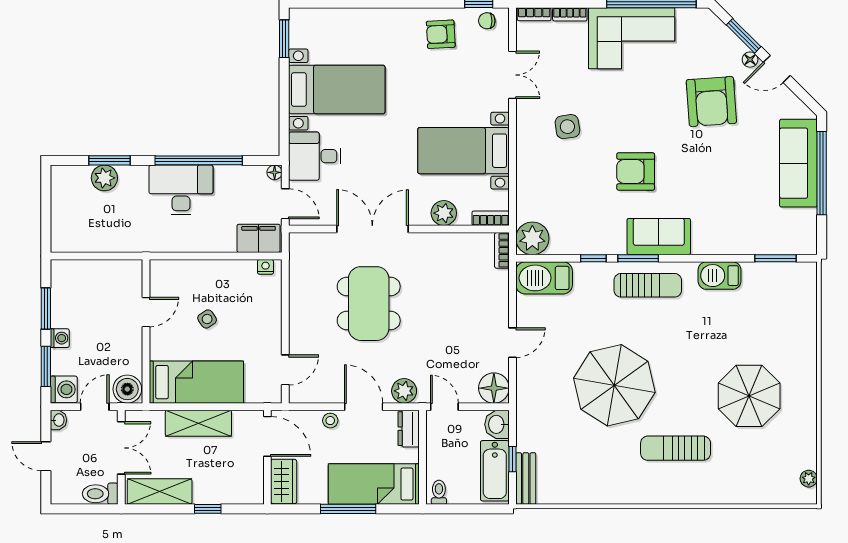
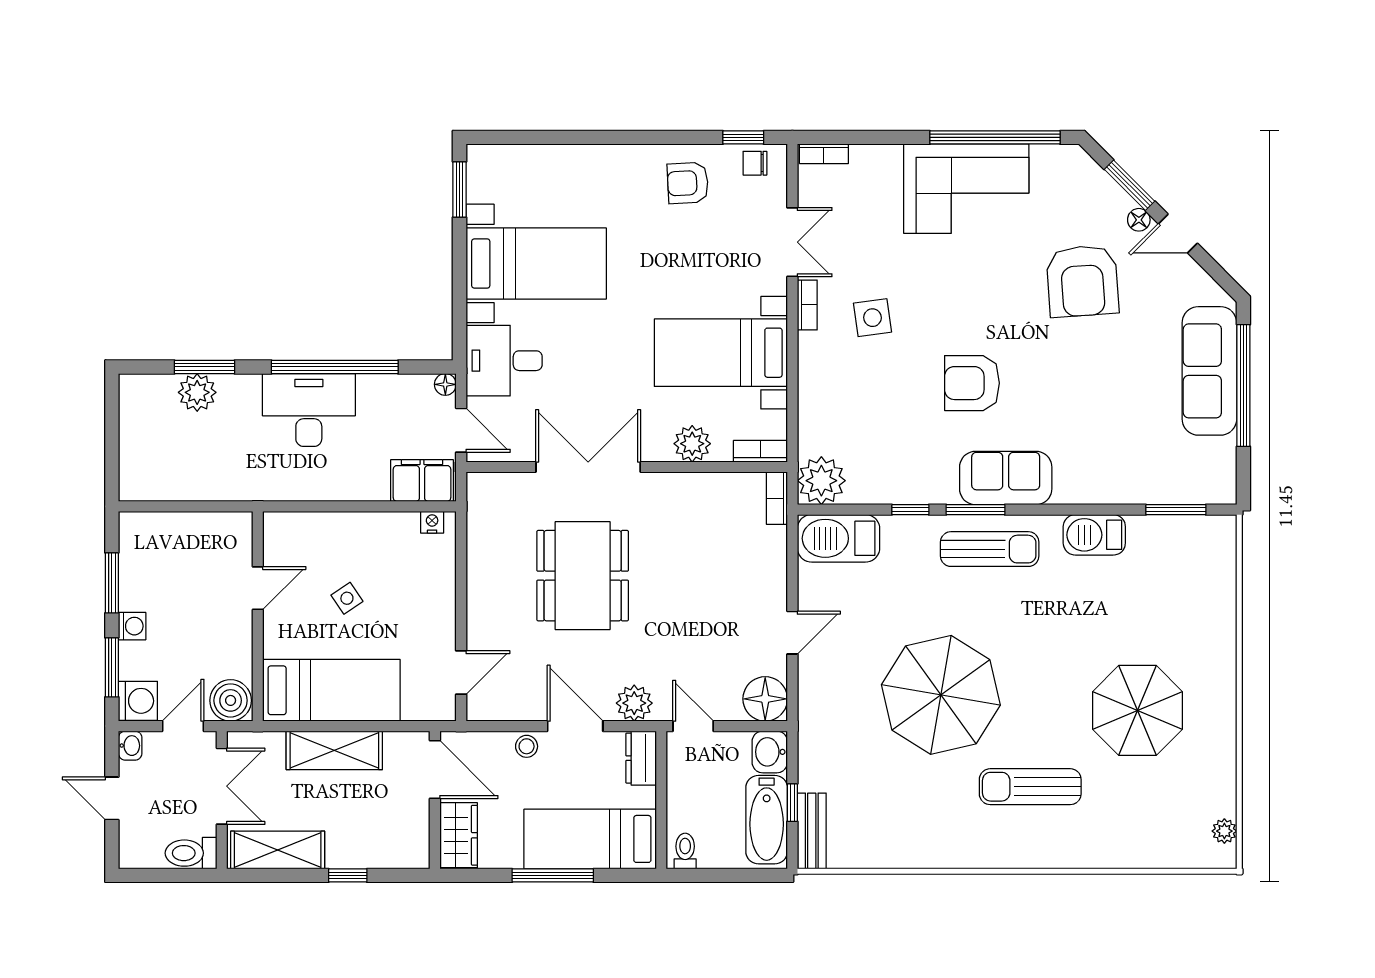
bookcase: (570, 14) -> (807, 305), moved, turned -90

